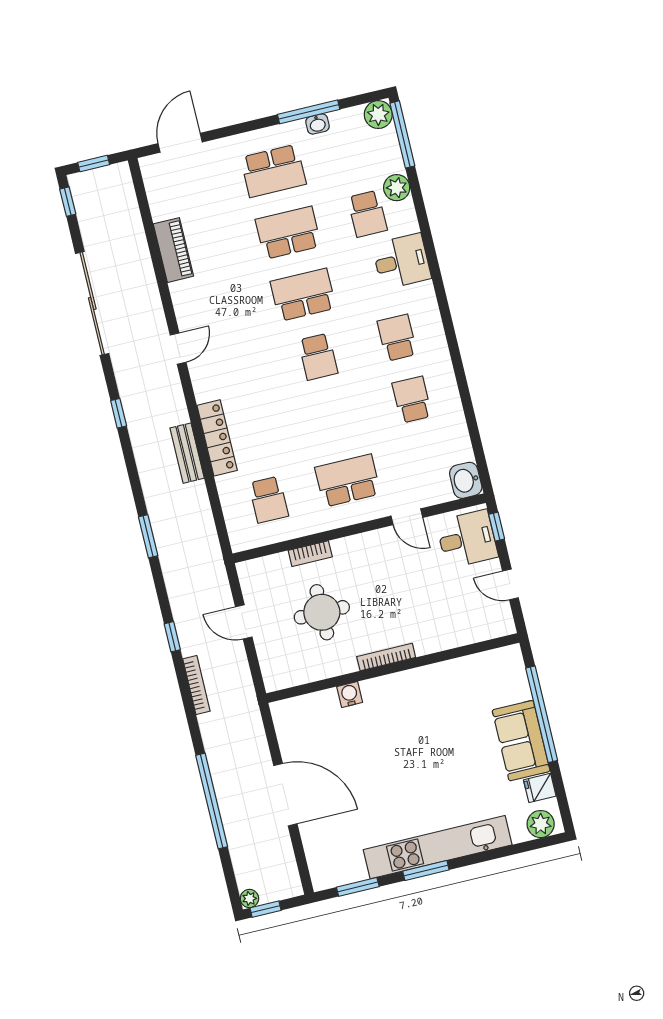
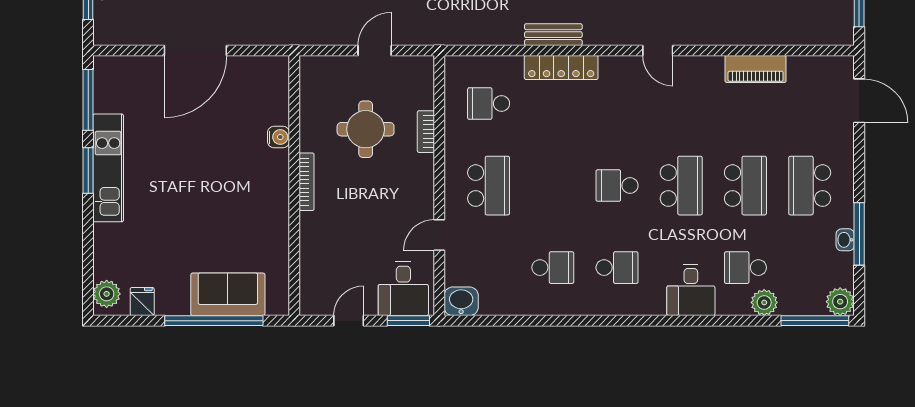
window: (497, 527) -> (408, 321), width x1.50
sofa: (521, 741) -> (228, 294), moved
kitchen unit: (438, 847) -> (108, 168), width x0.73
window: (358, 887) -> (88, 100), width x1.44

